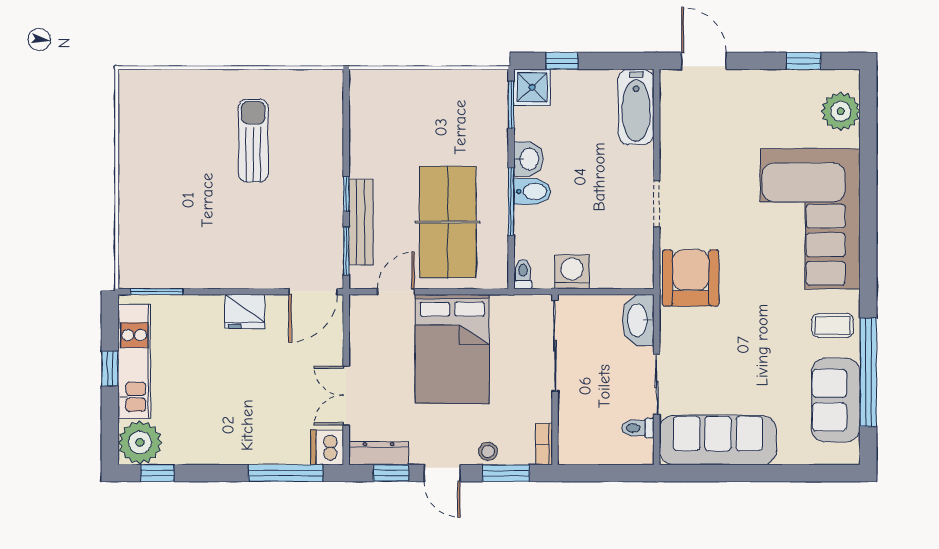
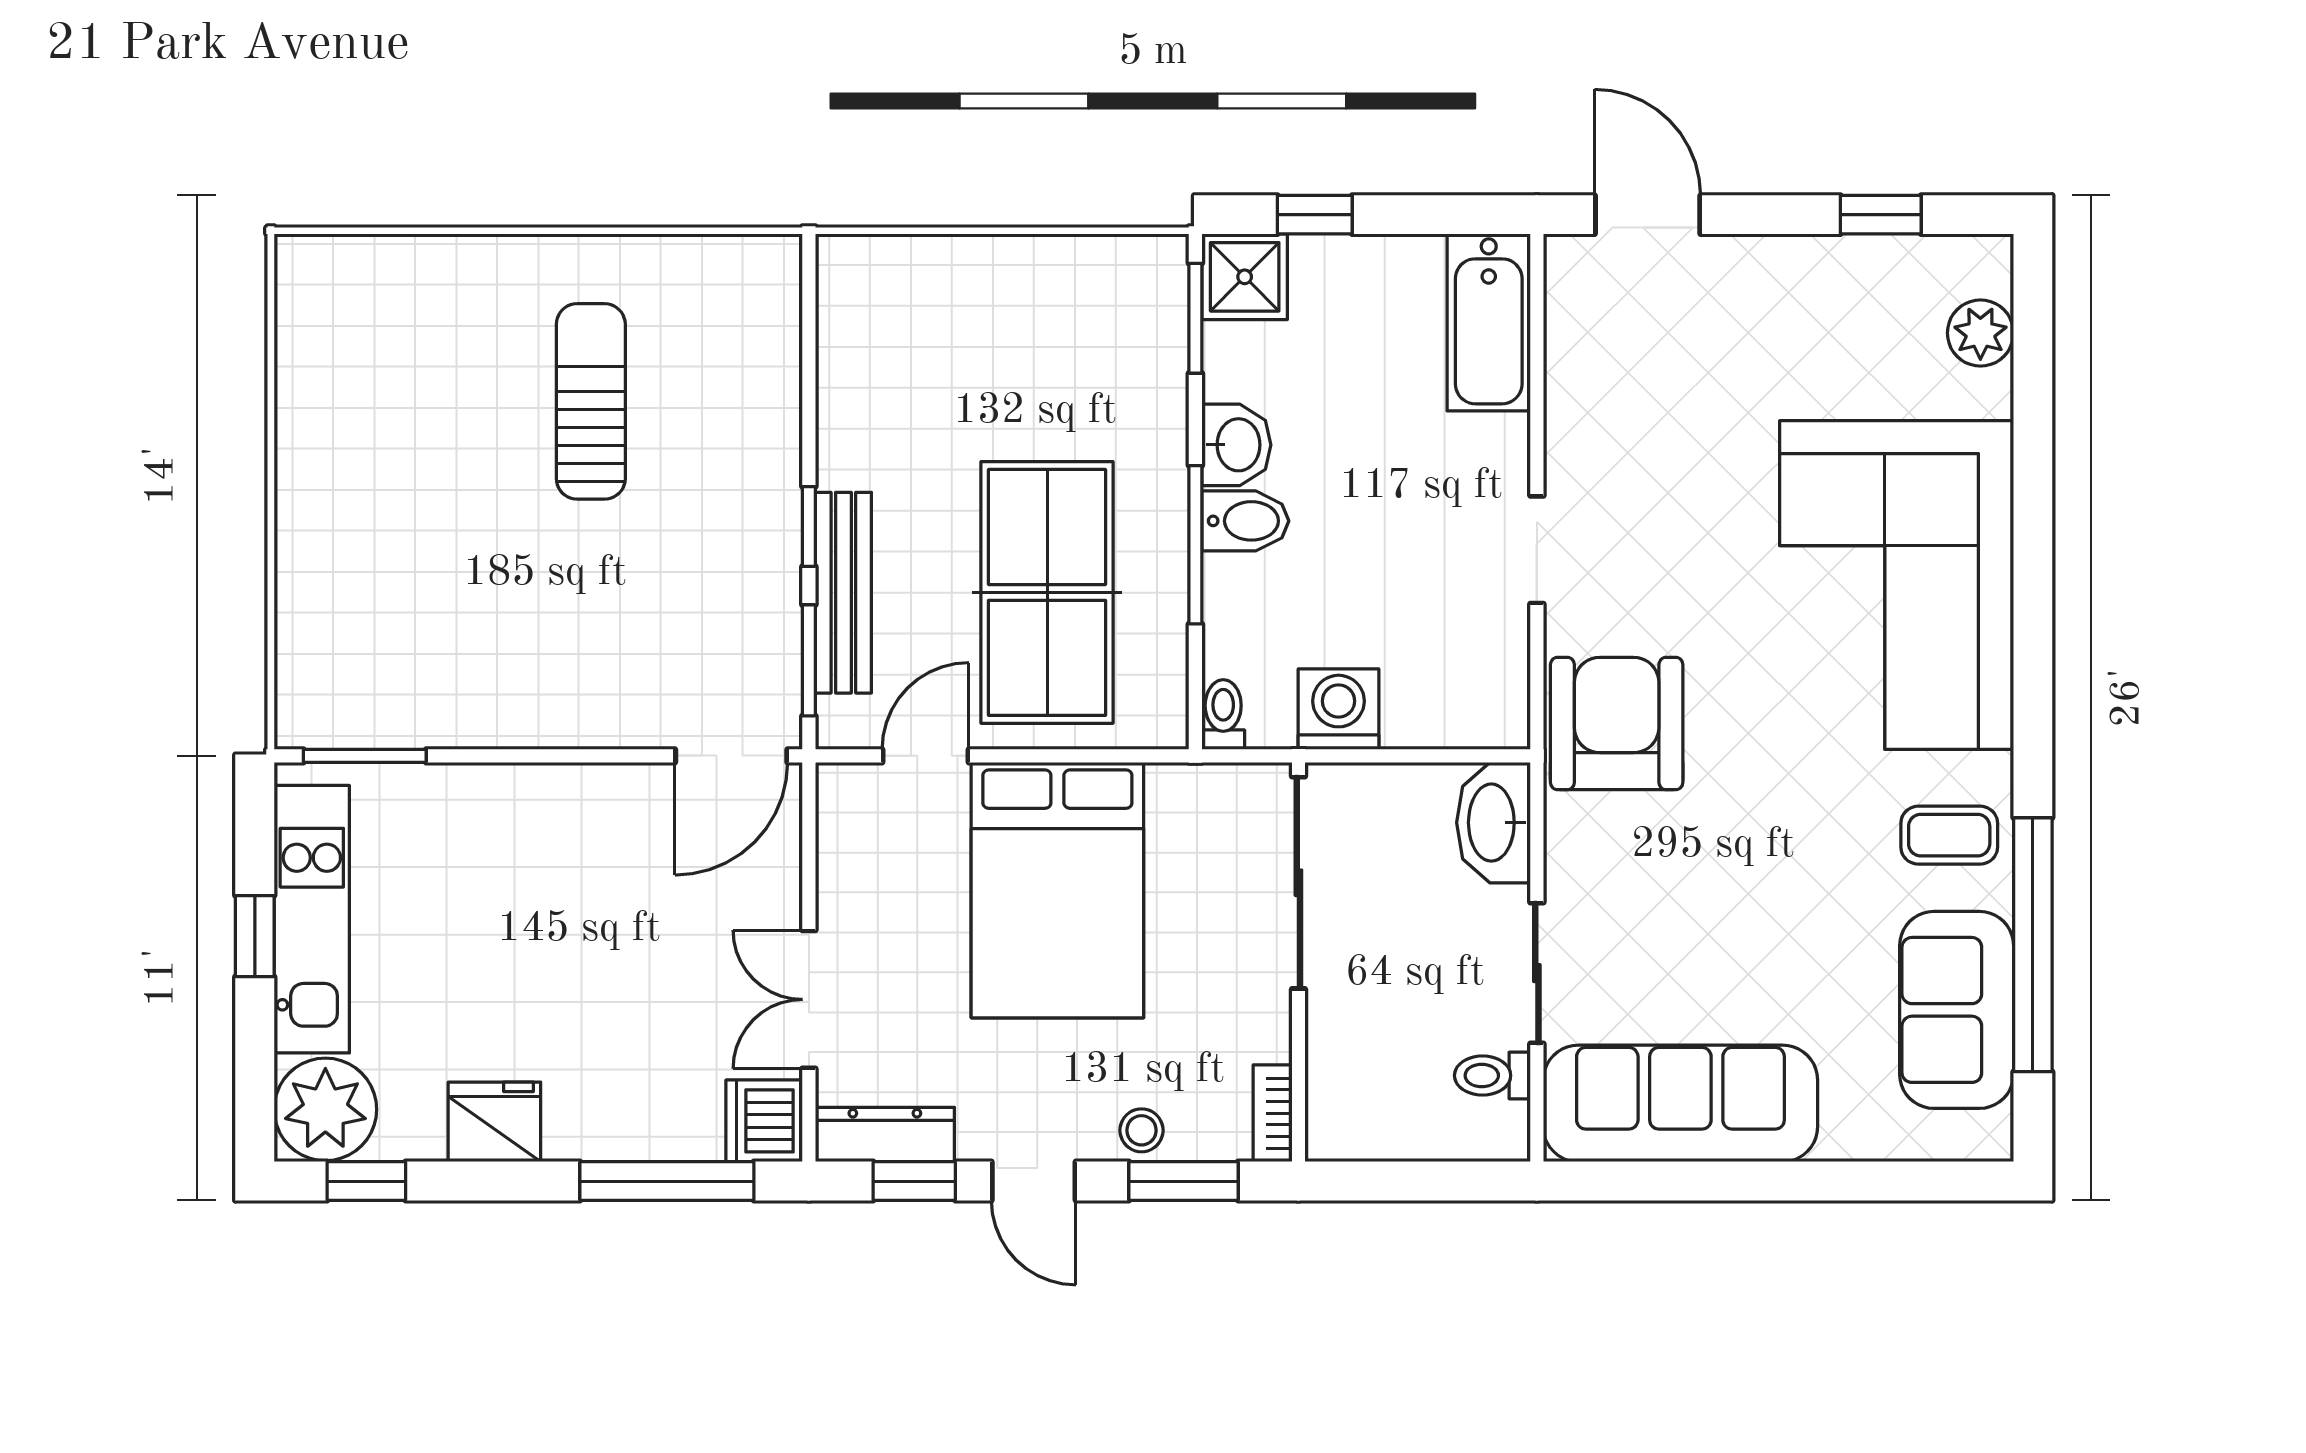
plant: (841, 111) -> (1980, 333), width x0.73, depth x0.73
fridge: (245, 311) -> (494, 1122), moved, turned 180

